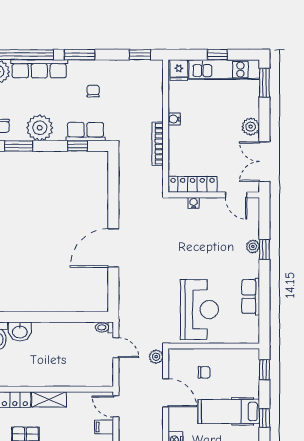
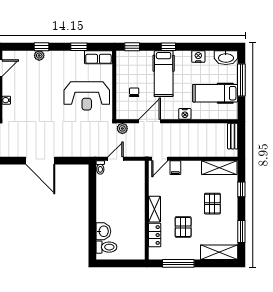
row of seats: (251, 297) -> (98, 57), moved
window: (264, 299) -> (79, 47), added
reception desk: (199, 309) -> (87, 96), turned 180

